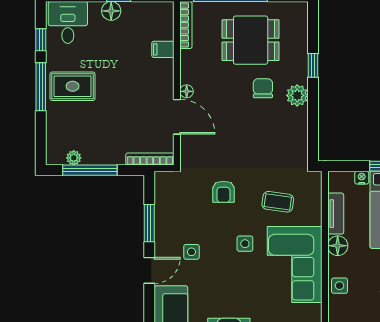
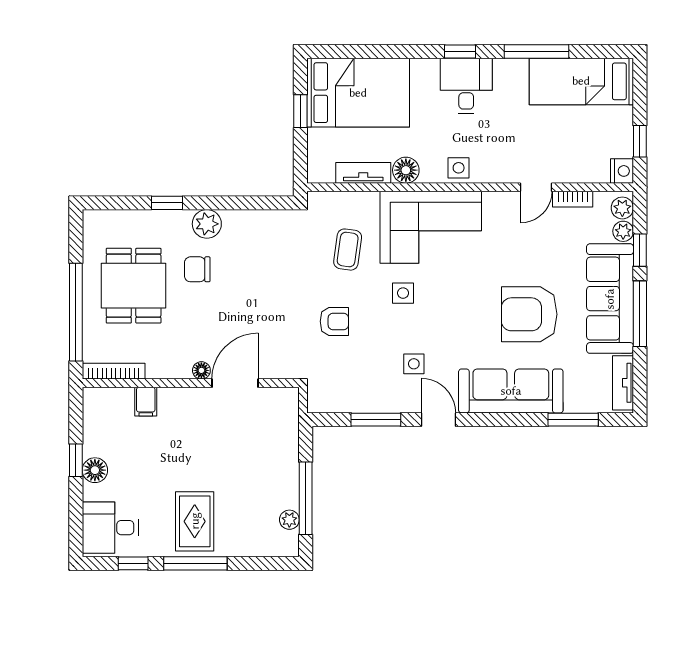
bookcase: (150, 159) -> (291, 419), removed
nightstand: (362, 178) -> (316, 138), removed

